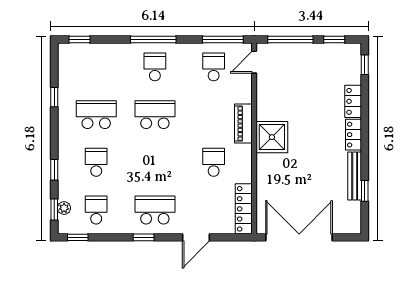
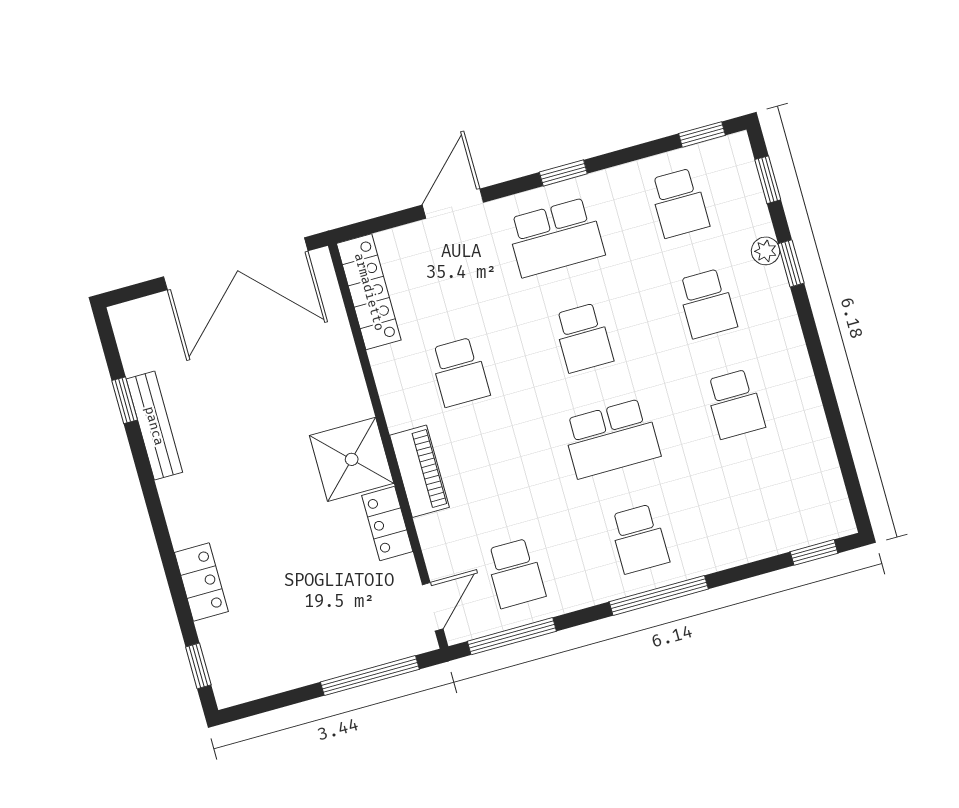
window: (334, 40) -> (277, 701), removed
window: (54, 97) -> (833, 416), removed
school desk: (96, 115) -> (735, 404), width x0.54
locker: (354, 135) -> (387, 523), moved, turned 180
school desk: (155, 162) -> (583, 338), added
plant: (64, 208) -> (766, 251), moved

